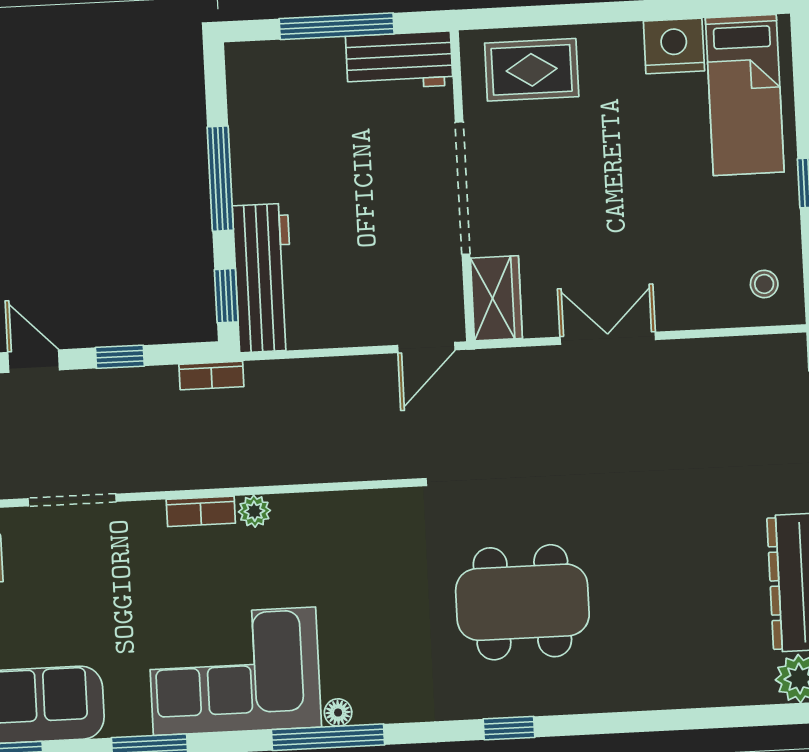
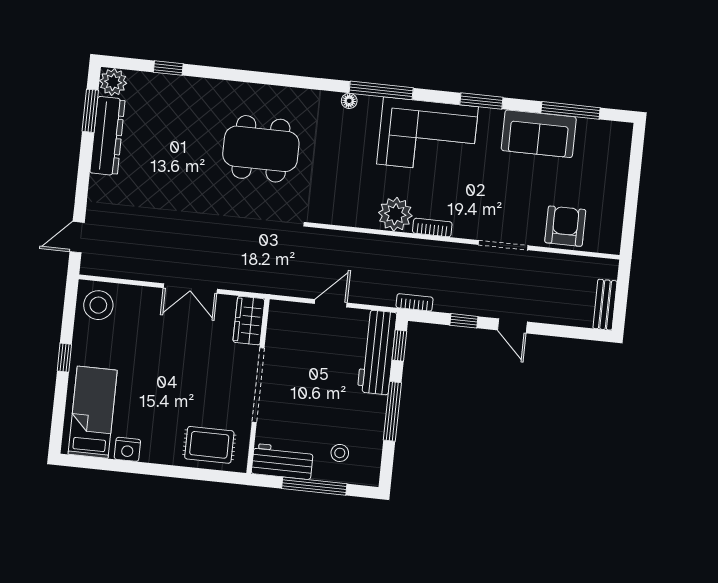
nightstand: (674, 46) -> (127, 449), width x0.74, depth x0.75
stool: (301, 91) -> (340, 453), added
stool: (764, 284) -> (98, 305), width x1.89, depth x1.89
door: (426, 348) -> (331, 303), moved
plant: (254, 511) -> (395, 214), width x1.87, depth x1.87
floor lamp: (338, 713) -> (349, 101), moved
window: (509, 728) -> (168, 68), moved

